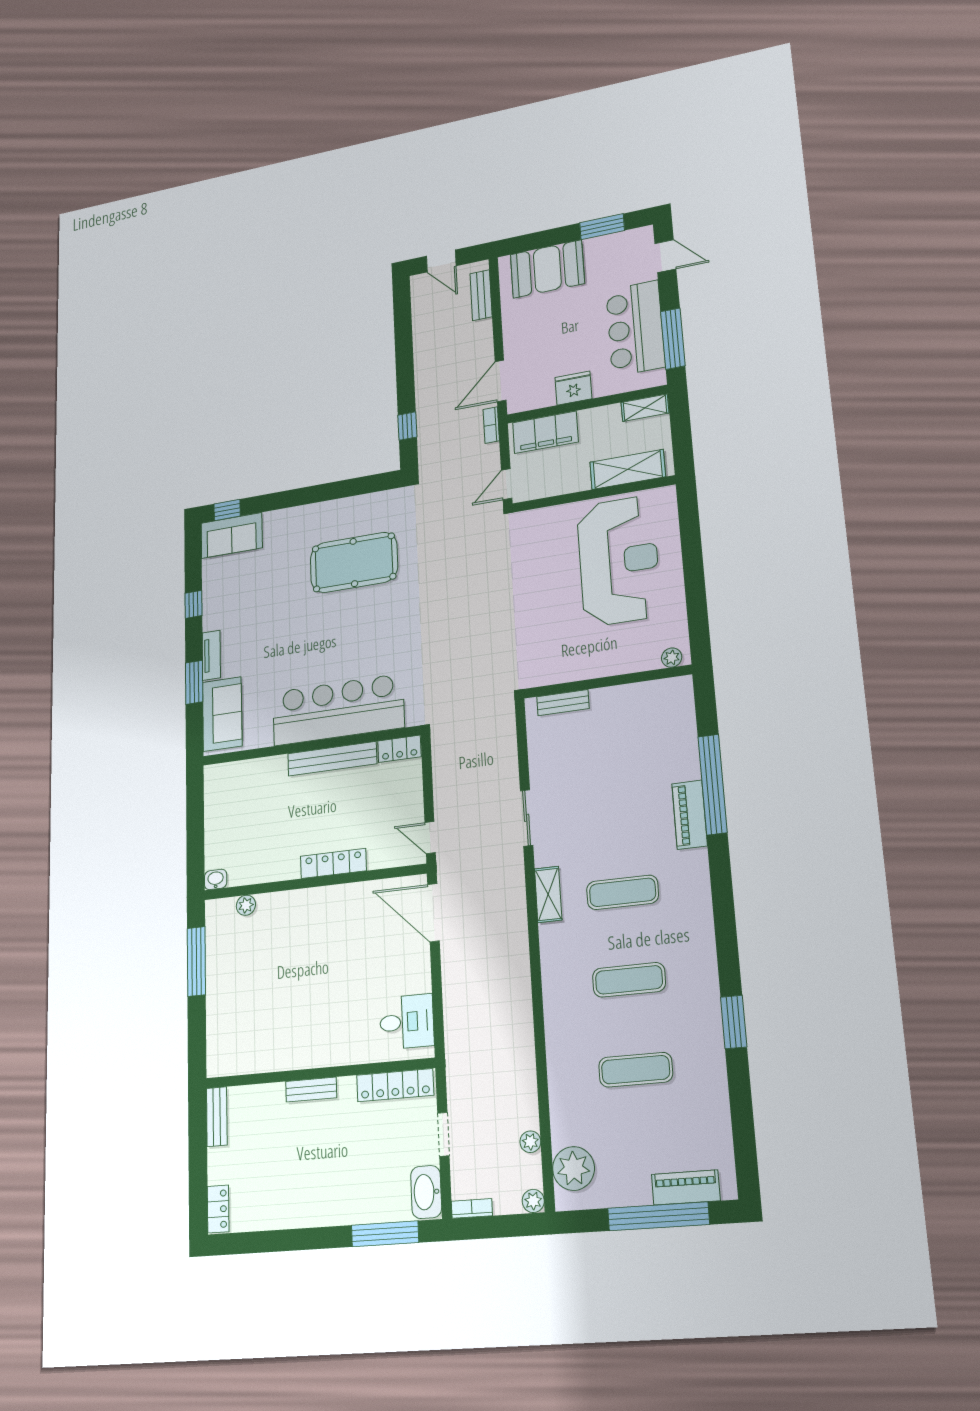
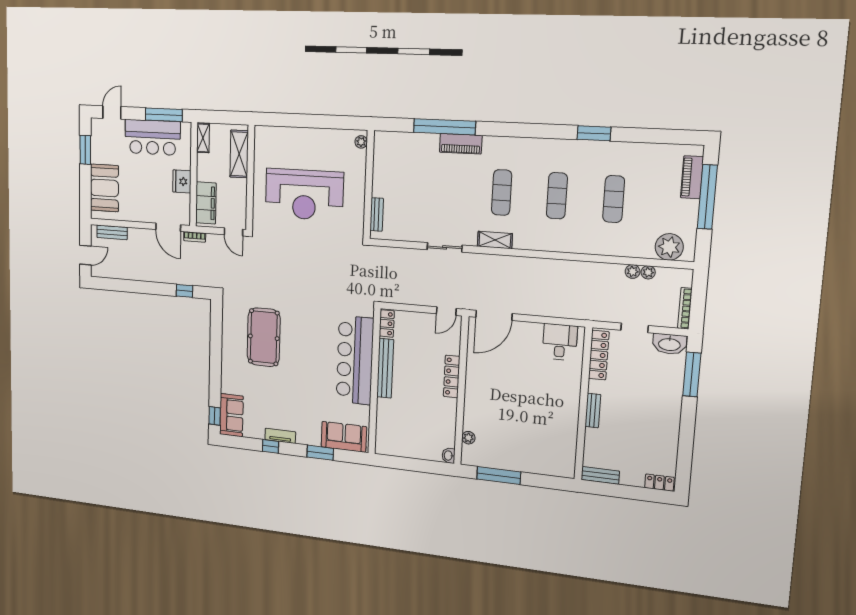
reception desk: (619, 561) -> (304, 195), moved, turned 180
tv unit: (211, 655) -> (280, 436), moved
plant: (533, 1201) -> (633, 271), moved
bookcase: (472, 1208) -> (685, 308), width x1.56

